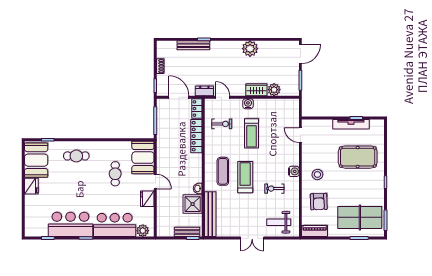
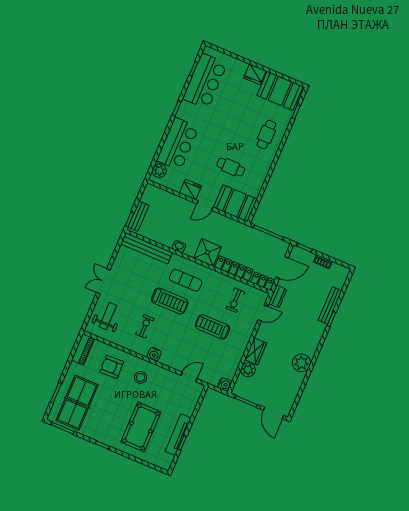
water cooler: (248, 104) -> (225, 384), moved
shower: (193, 204) -> (207, 252), moved
bar counter: (70, 224) -> (205, 81), moved

